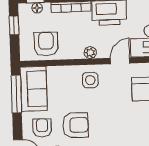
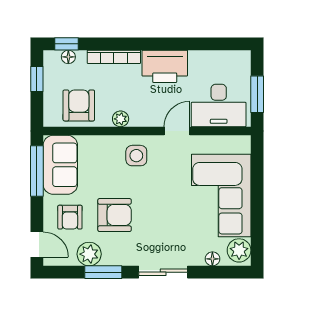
plant: (90, 53) -> (121, 119), moved
armchair: (42, 128) -> (70, 217), turned 180

